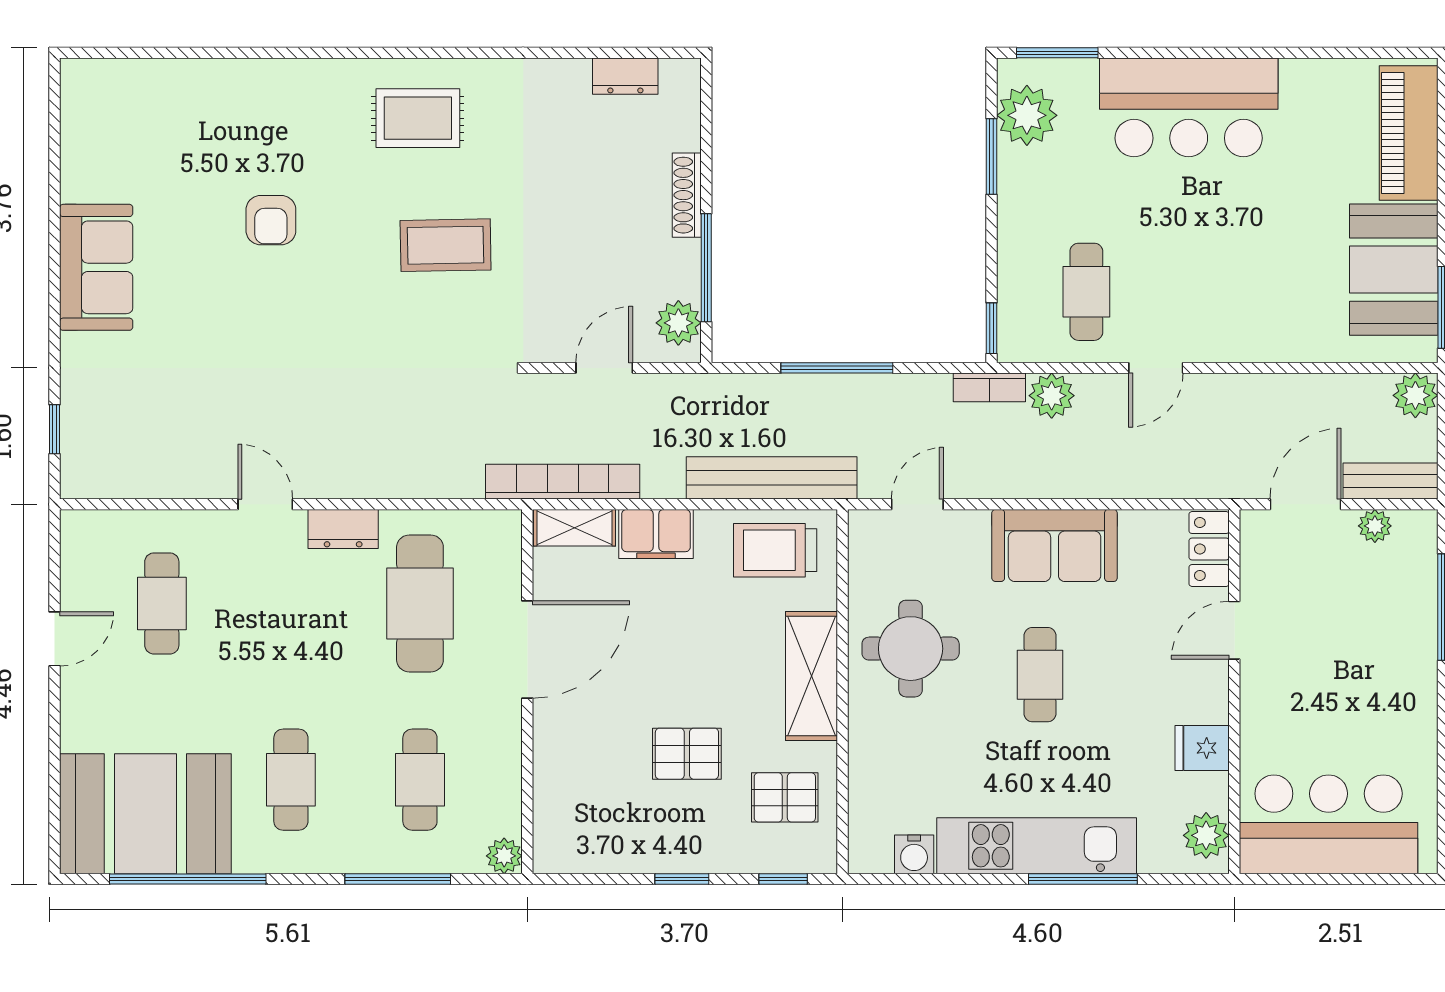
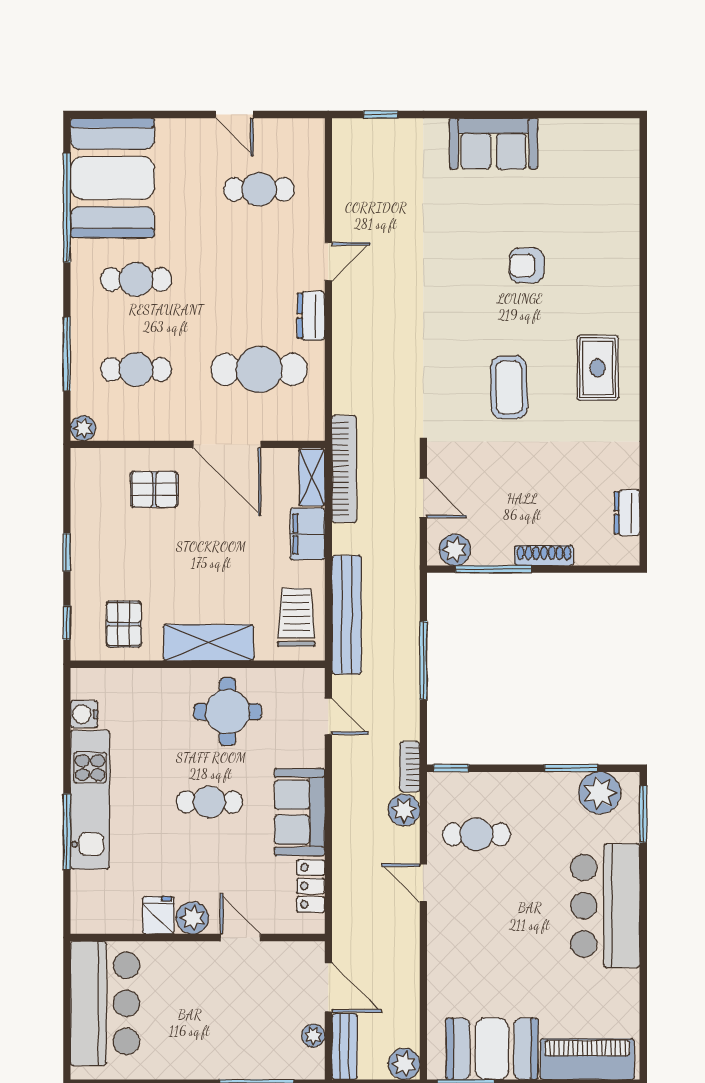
locker: (1209, 549) -> (311, 886), moved, turned -90
pallet: (687, 754) -> (154, 489), moved, turned 90
plant: (1206, 835) -> (192, 918), moved

